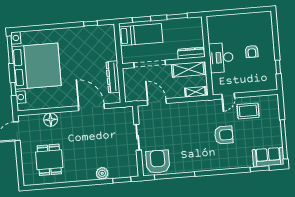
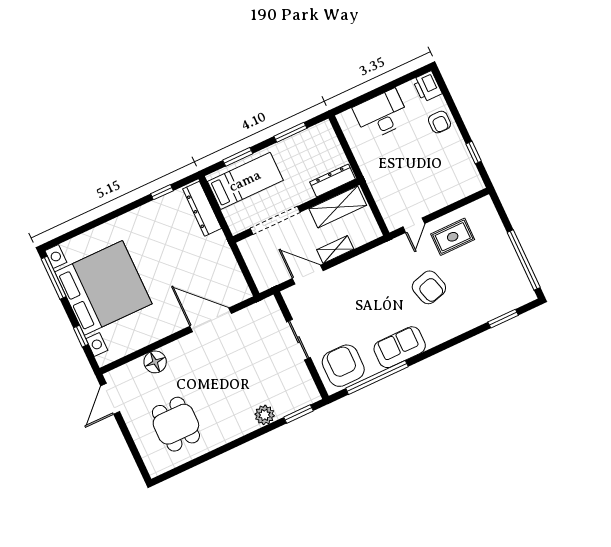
printer: (265, 19) -> (427, 87), added
armchair: (252, 51) -> (439, 122), moved
desk: (221, 58) -> (381, 115), moved, turned 90
dresser: (113, 77) -> (202, 209), moved
shelving: (196, 92) -> (335, 249), moved
armchair: (224, 135) -> (429, 287), turned 74
sofa: (268, 157) -> (400, 347), moved

